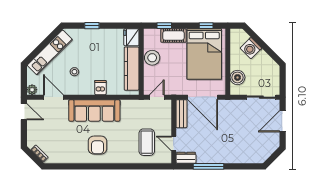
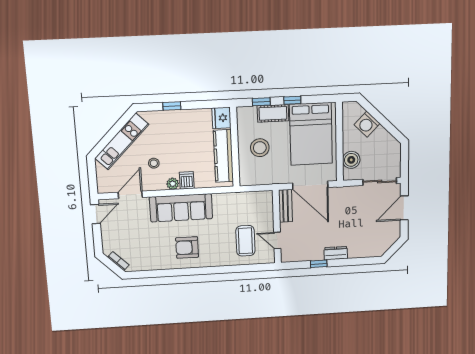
window: (206, 26) -> (292, 100), moved
stool: (152, 58) -> (260, 148), moved
plant: (32, 90) -> (173, 184), moved
door: (53, 97) -> (130, 195), hinge flipped
door: (157, 97) -> (255, 188), removed
door: (24, 112) -> (95, 214), hinge flipped
armchair: (97, 145) -> (187, 247), turned 90
dresser: (186, 158) -> (336, 253), moved
window: (209, 166) -> (319, 264), width x0.46

